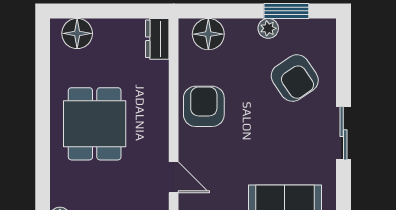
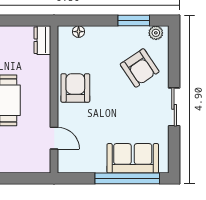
plant: (268, 28) -> (156, 33), moved
floor lamp: (208, 34) -> (79, 32), width x0.53, depth x0.53

